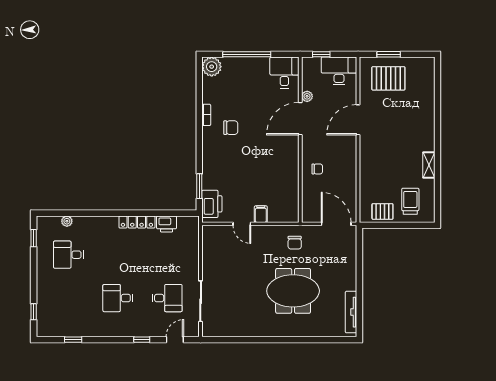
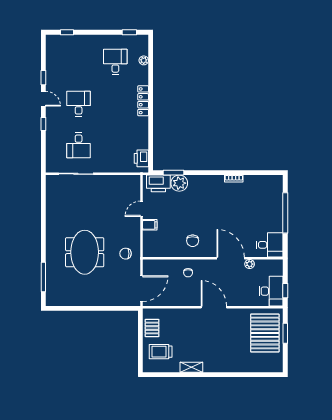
window: (321, 54) -> (285, 291), moved
plant: (212, 67) -> (179, 183), moved
pallet: (388, 78) -> (265, 333), width x1.37, depth x1.41
door: (358, 120) -> (214, 307), moved
chair: (231, 128) -> (193, 241), moved
trolley: (410, 201) -> (161, 352), turned 180
locker: (137, 222) -> (143, 101), moved
printer: (167, 224) -> (141, 158), moved
tv unit: (351, 312) -> (67, 301), removed
window: (73, 340) -> (43, 78), moved
door: (175, 340) -> (43, 99), moved
window: (322, 340) -> (43, 277), added

